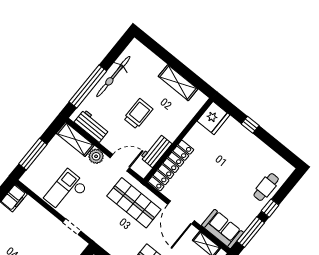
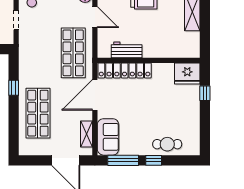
fridge: (213, 118) -> (187, 73), moved
wall: (178, 140) -> (149, 60), moved
workbench: (156, 151) -> (127, 50), moved
locker: (171, 165) -> (125, 70), moved

